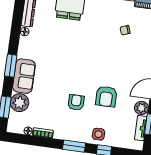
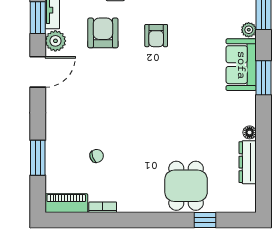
armchair: (106, 96) -> (103, 33), moved
plant: (20, 103) -> (249, 30), width x0.53, depth x0.53

